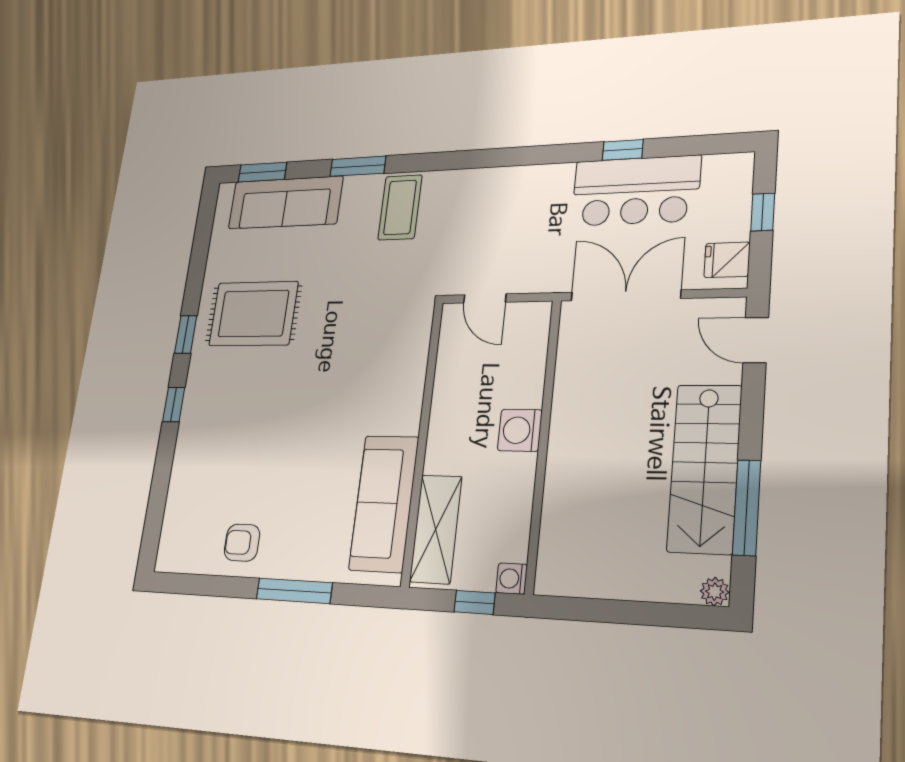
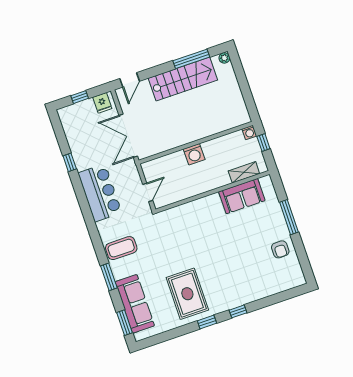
bar counter: (636, 191) -> (100, 193), moved
sofa: (384, 503) -> (242, 196), width x0.73
shelving: (436, 529) -> (244, 172), width x0.67, depth x0.75

